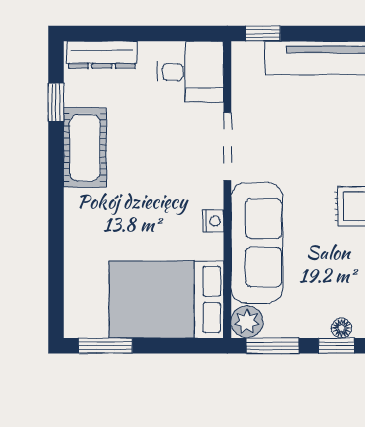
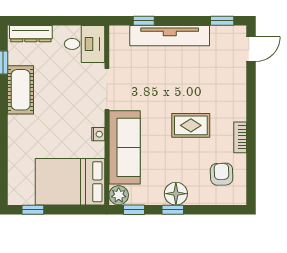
window: (263, 33) -> (144, 21), moved
floor lamp: (341, 328) -> (176, 194), width x1.89, depth x1.89
window: (105, 346) -> (33, 210), width x0.67
window: (272, 346) -> (134, 210), width x0.67

